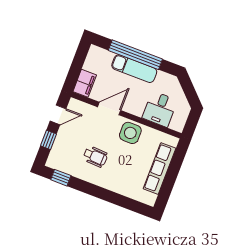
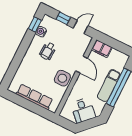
desk: (160, 109) -> (83, 110), moved, turned -135
door: (58, 115) -> (81, 27), swing flipped
water cooler: (70, 168) -> (41, 32), added

